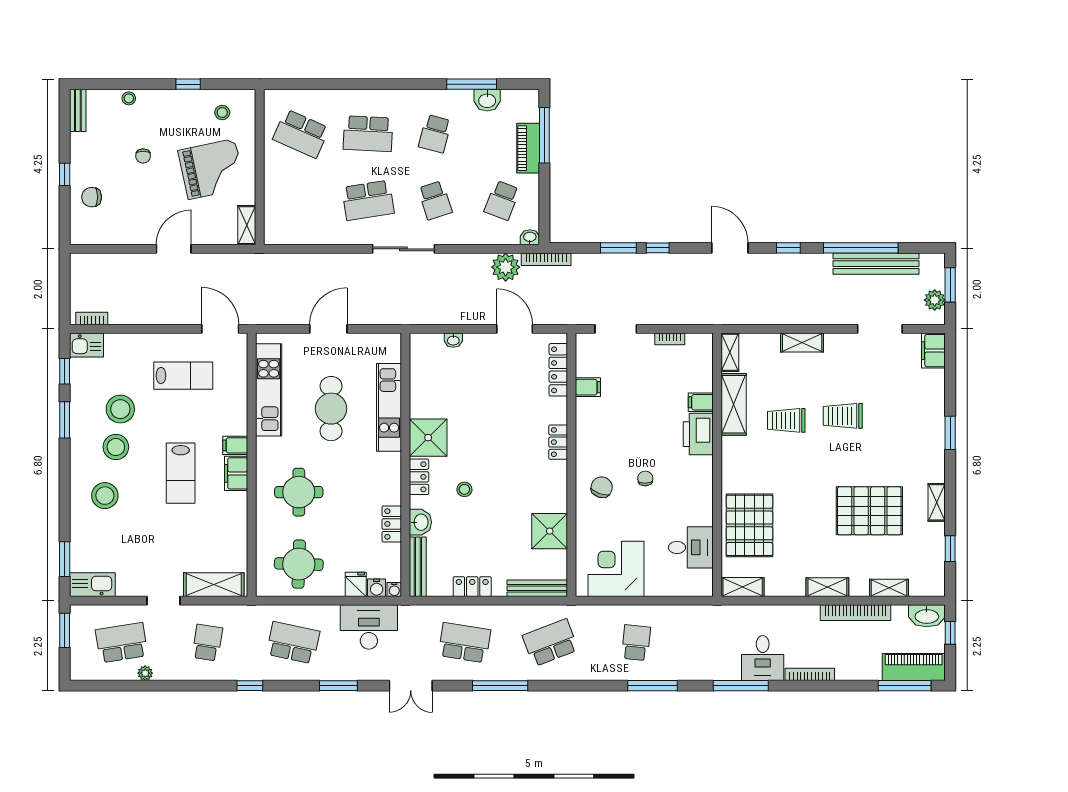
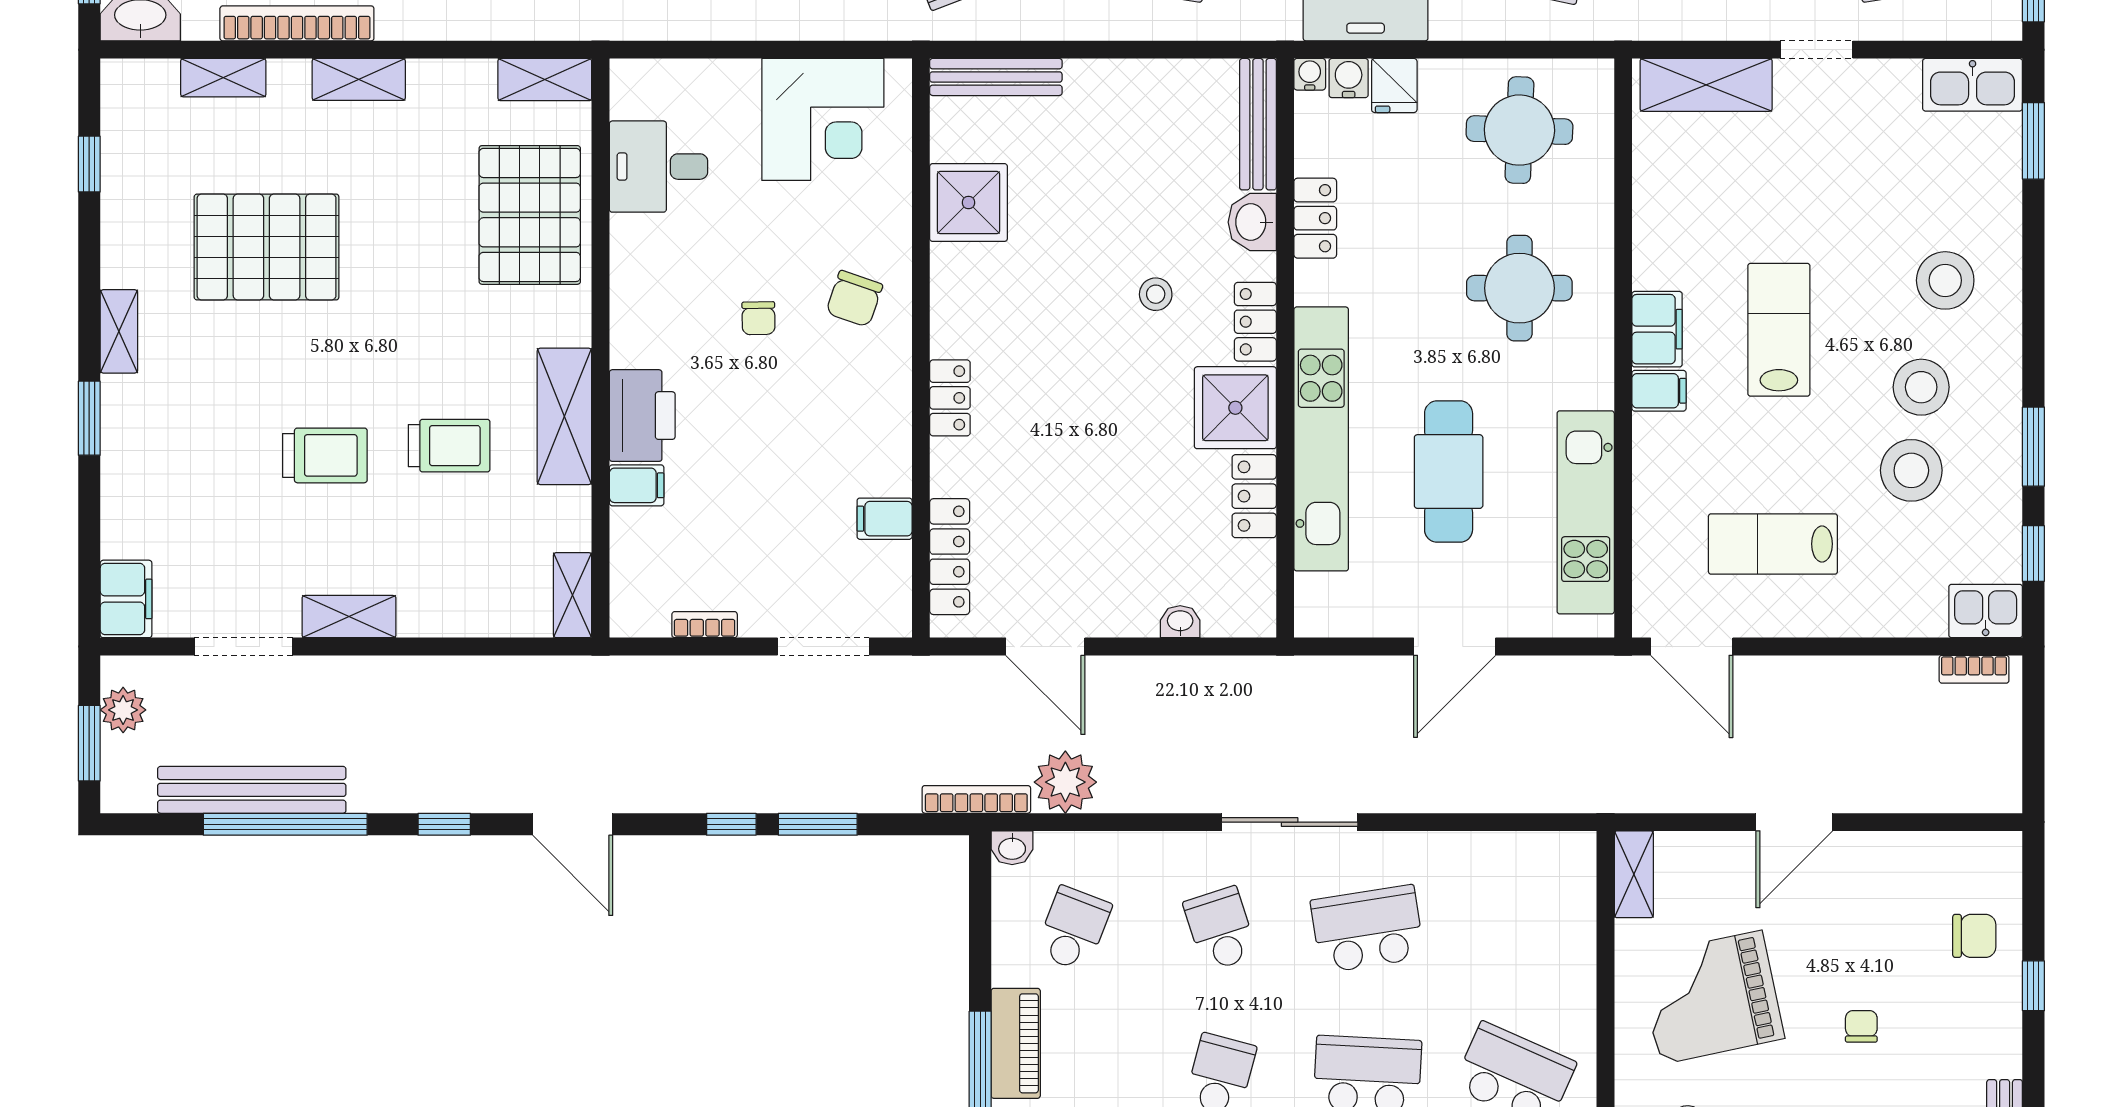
shelving: (802, 343) -> (349, 617), moved
shelving: (734, 404) -> (564, 416), moved
kitchen unit: (389, 407) -> (1321, 439), width x1.36
shelving: (937, 502) -> (119, 331), moved
locker: (472, 587) -> (1254, 496), moved, turned 90

